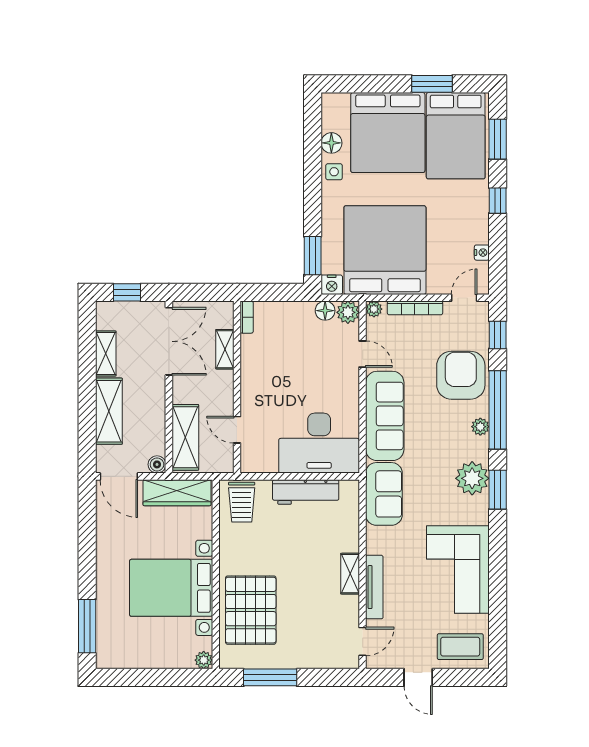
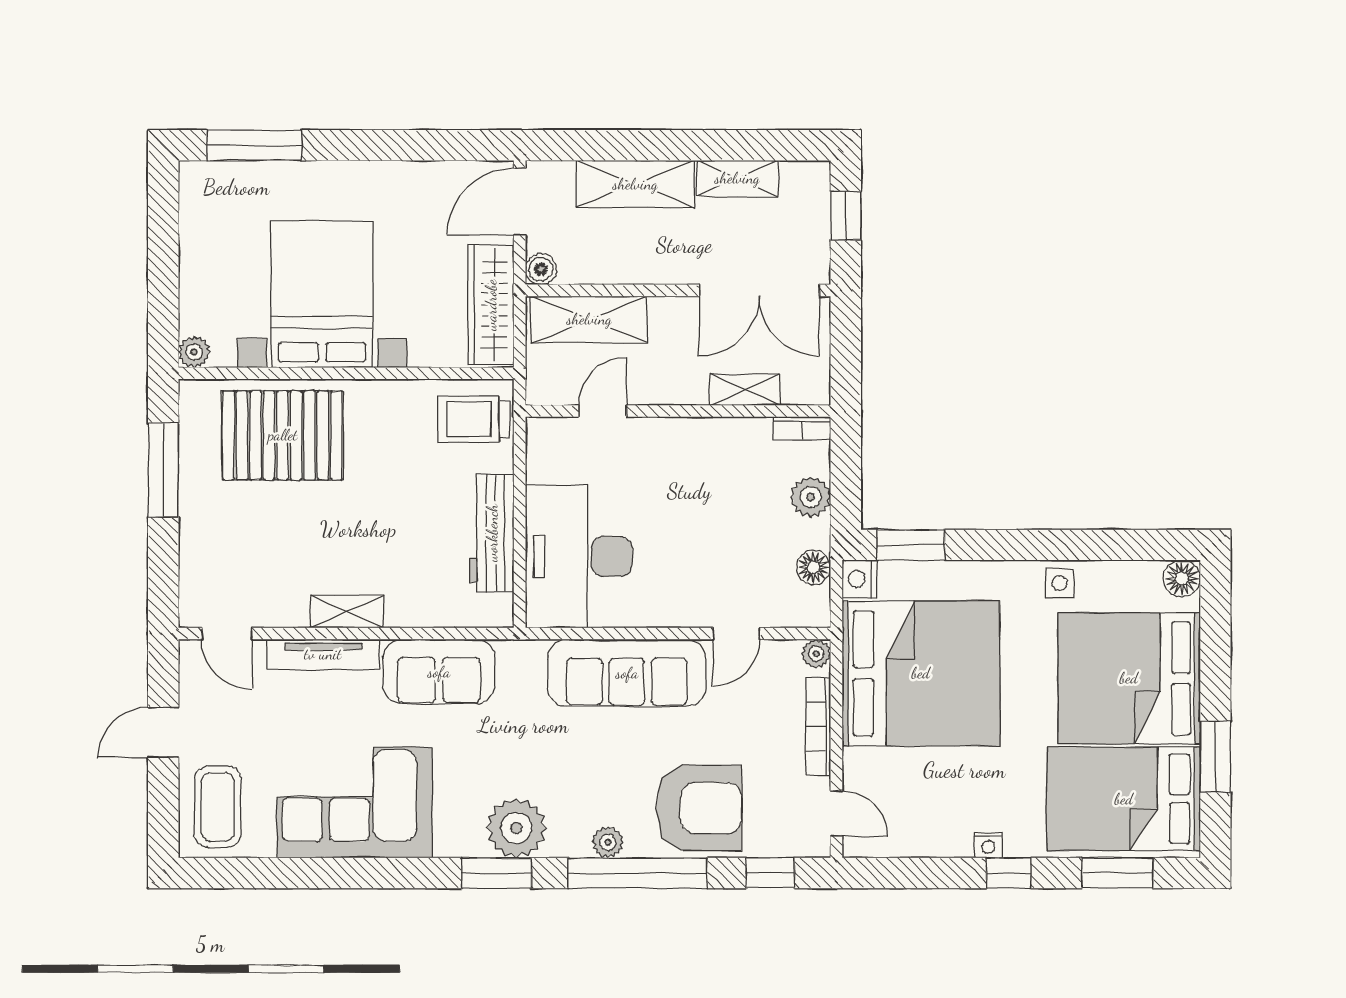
floor lamp: (331, 143) -> (1182, 578), moved
nightstand: (482, 253) -> (988, 845), moved
plant: (348, 312) -> (811, 497), moved
sofa: (384, 494) -> (439, 672), moved

